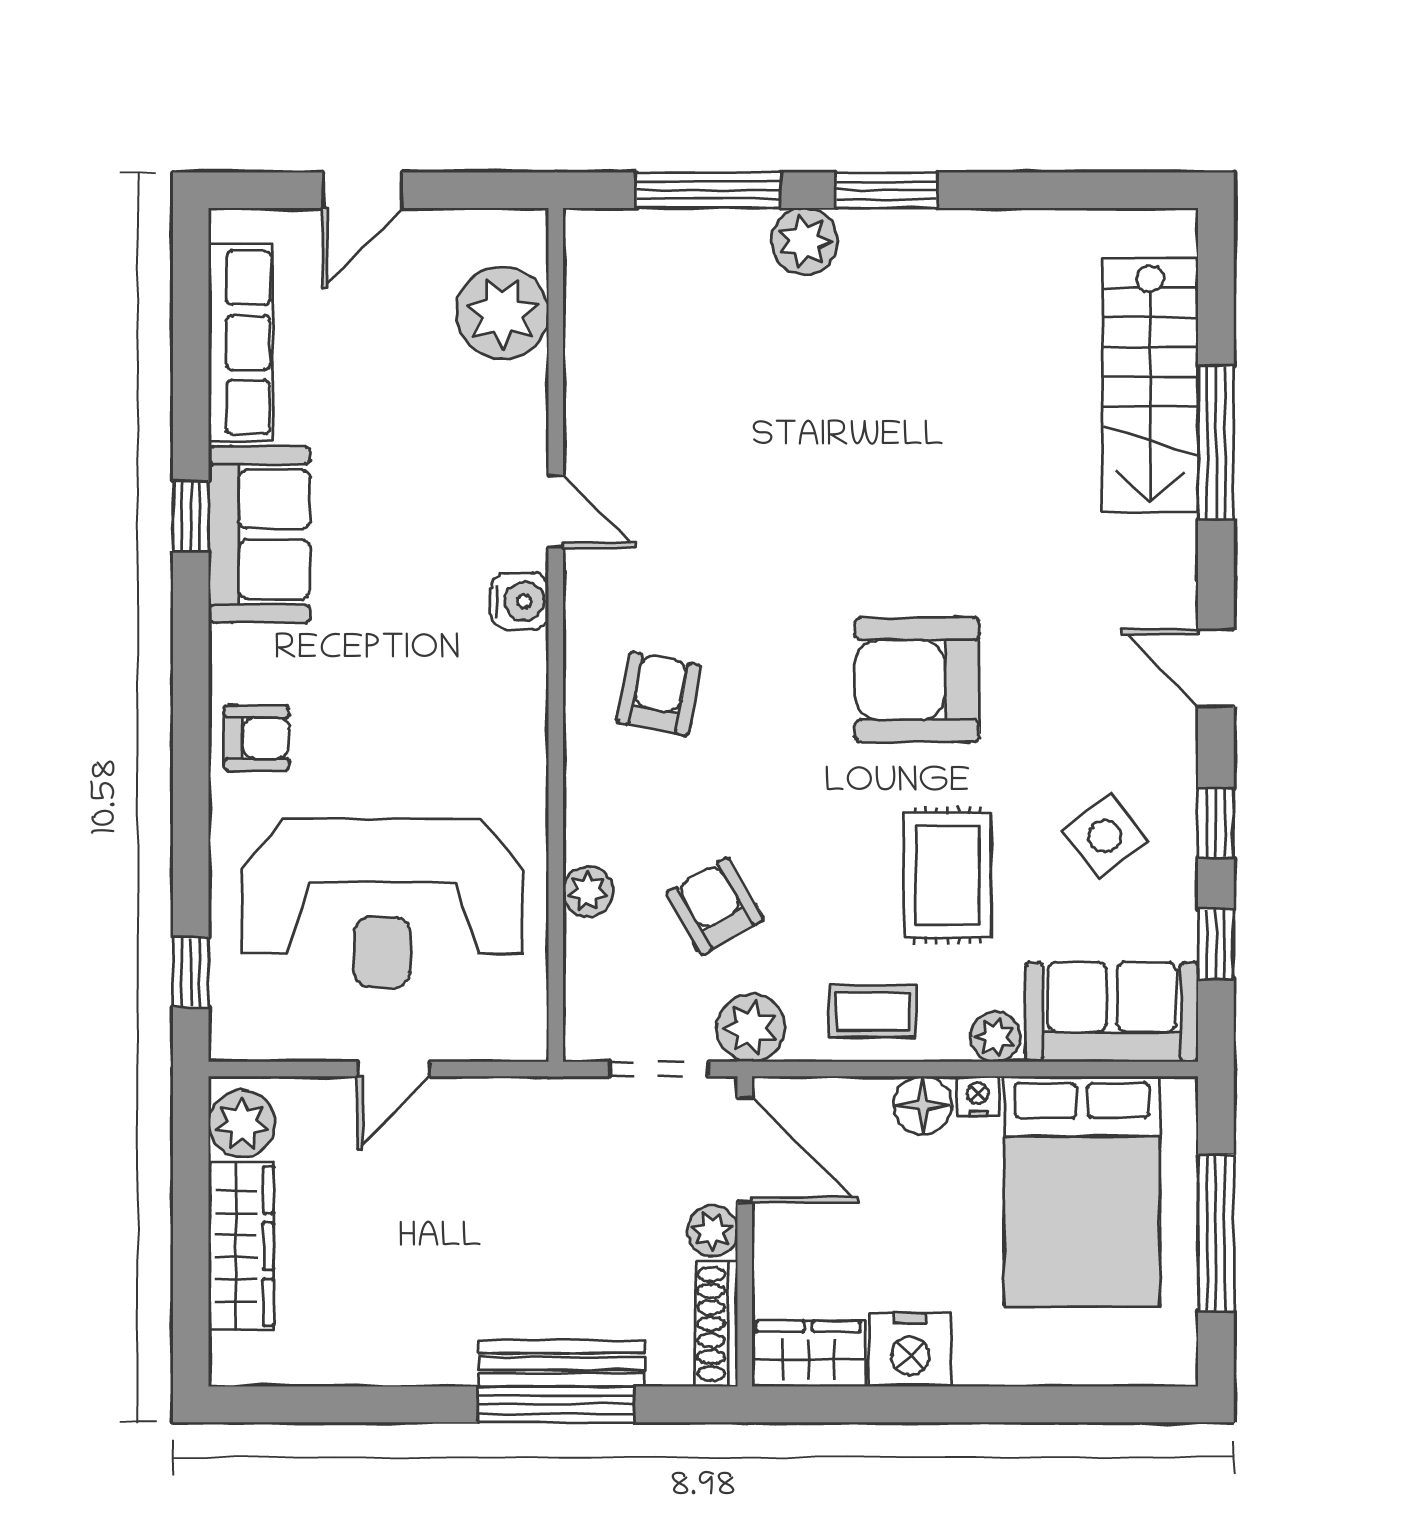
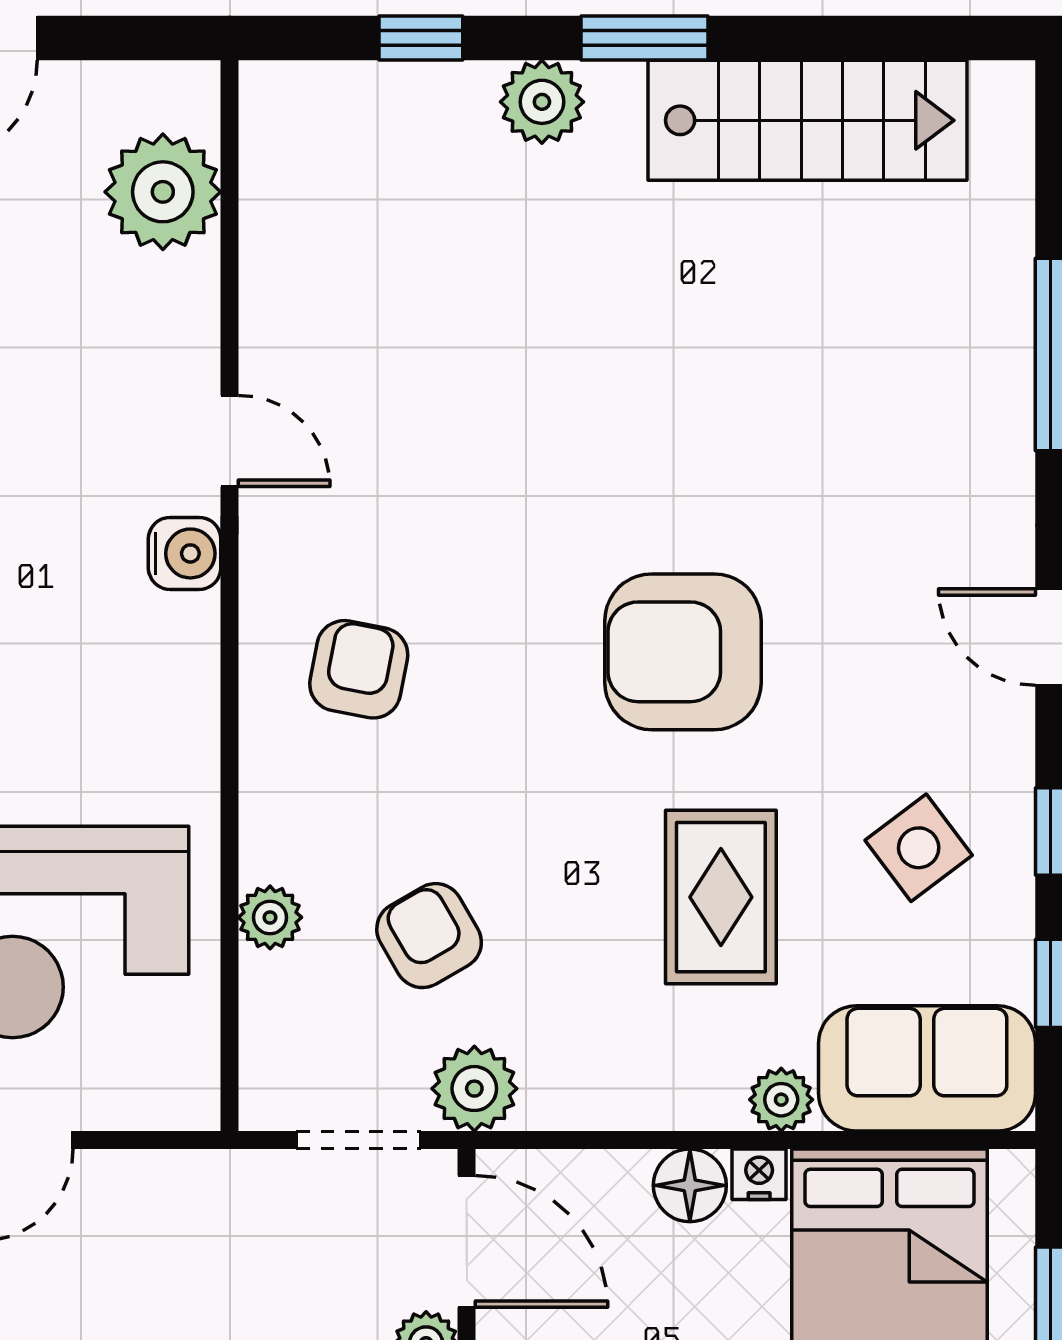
window: (708, 190) -> (421, 38), width x0.46
stairs: (1150, 385) -> (808, 120), moved, turned -90
coffee table: (872, 1011) -> (627, 1068), removed

